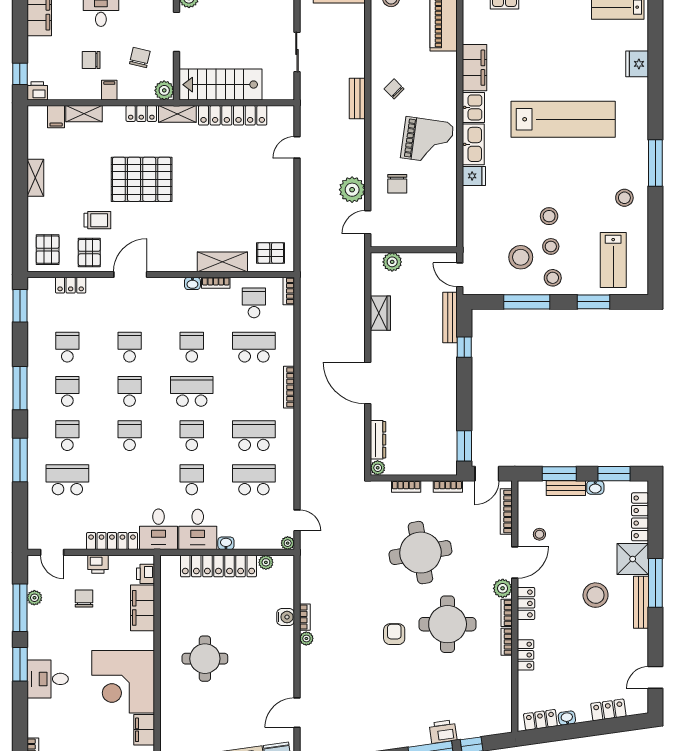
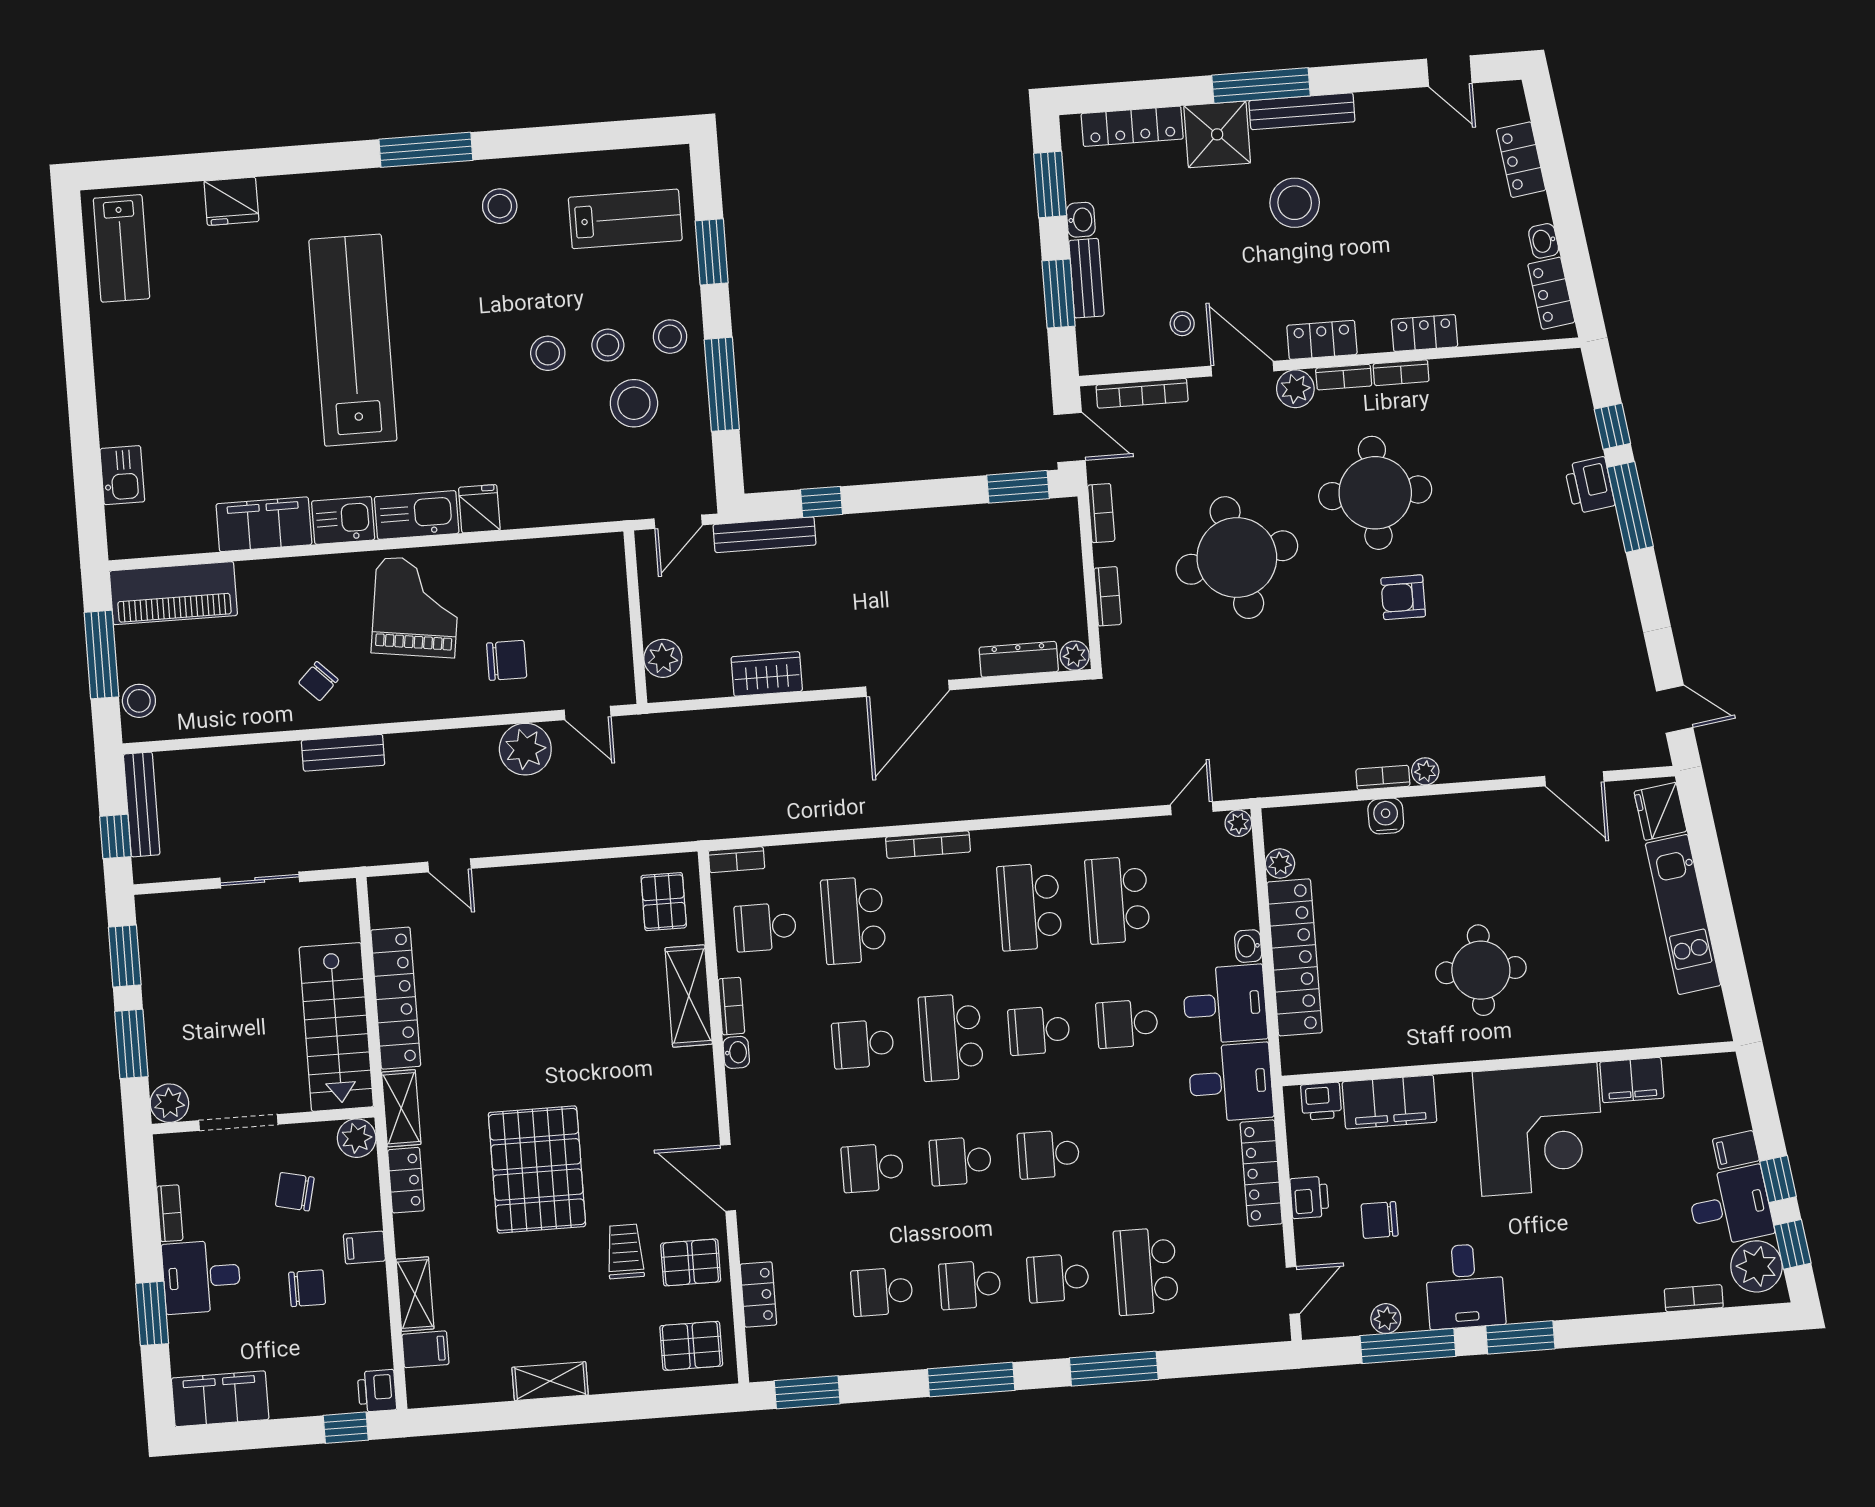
chair: (91, 60) -> (307, 1288), turned -90
desk: (48, 679) -> (1465, 1286), moved

